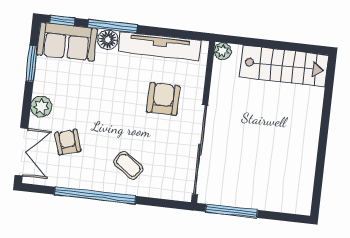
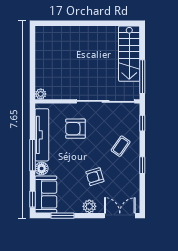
window: (112, 26) -> (33, 155), moved
stairs: (284, 66) -> (129, 54), moved, turned 180
armchair: (68, 142) -> (95, 177), moved
window: (95, 195) -> (142, 165), width x0.32
window: (160, 203) -> (142, 123), added

